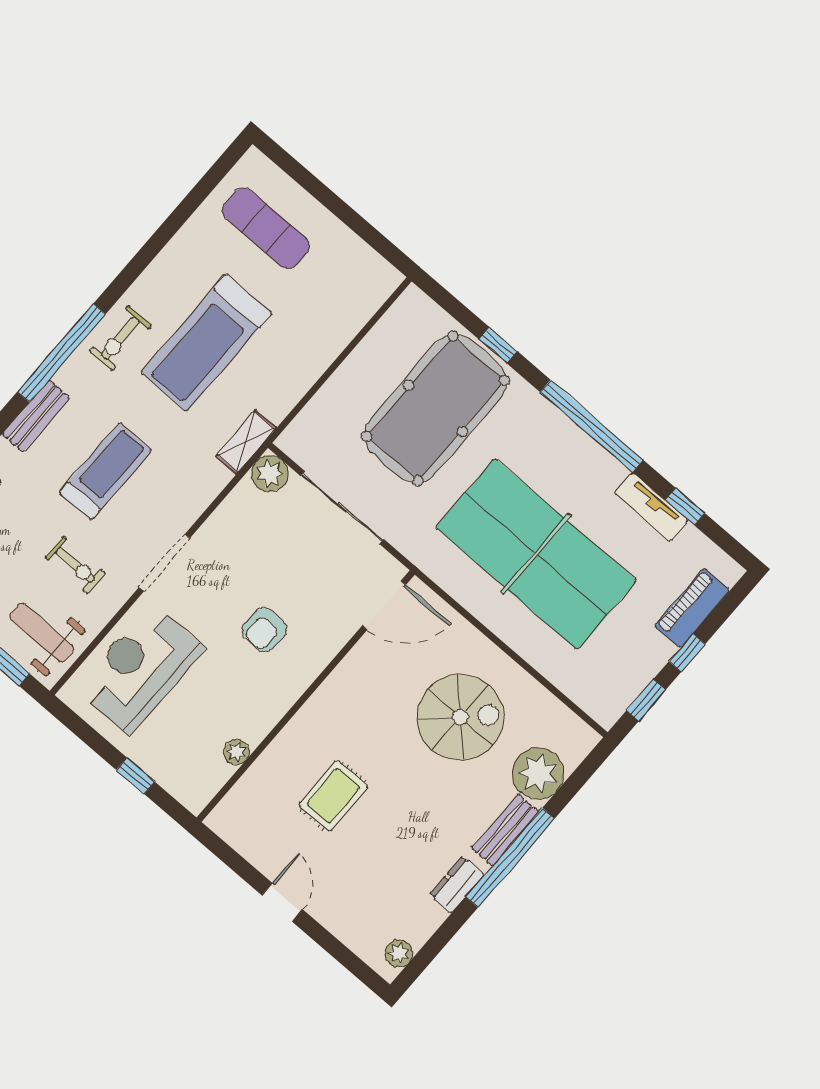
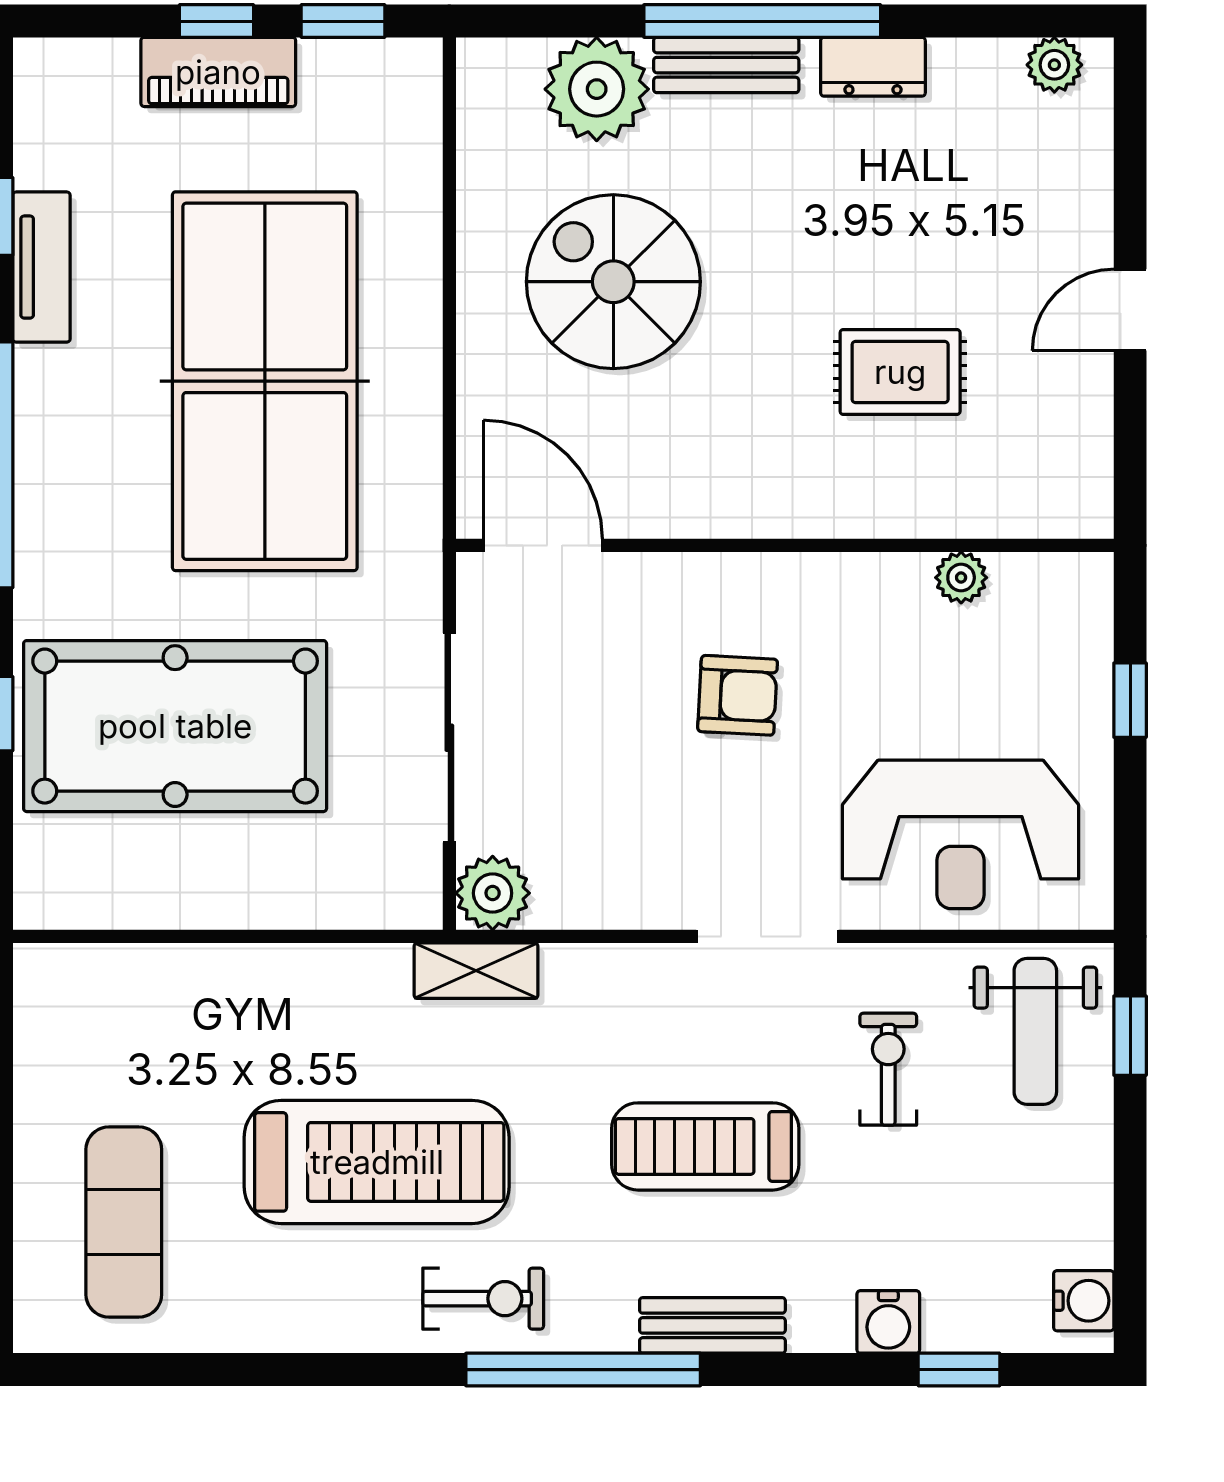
piano: (692, 608) -> (218, 72), moved

